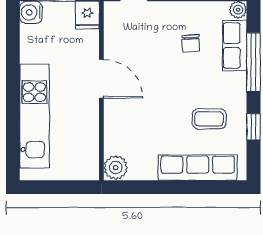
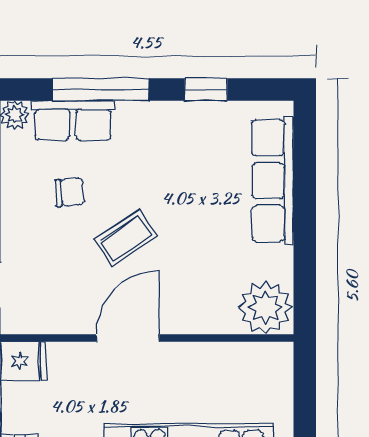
coffee table: (209, 119) -> (126, 238), moved, turned 56
plant: (116, 168) -> (265, 308), width x1.36, depth x1.36

